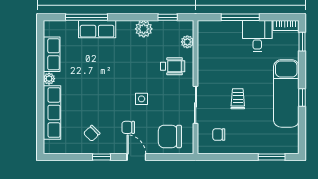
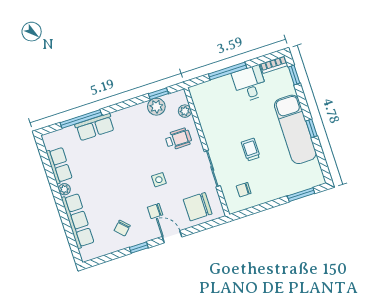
plant: (144, 29) -> (156, 107), moved

